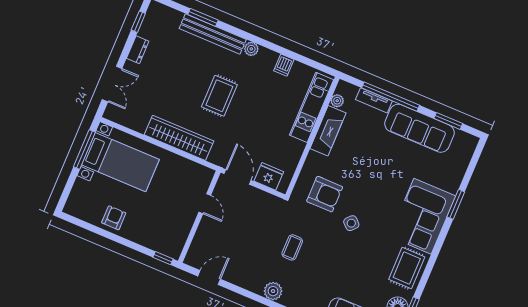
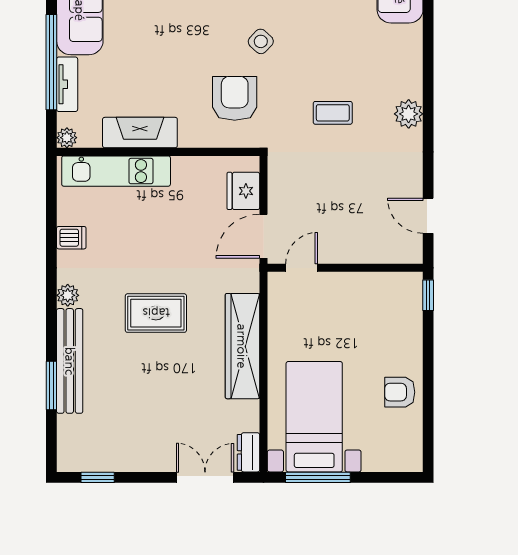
dresser: (138, 50) -> (248, 452), moved, turned -90
plant: (337, 101) -> (67, 138), moved
door: (205, 204) -> (302, 268), moved

